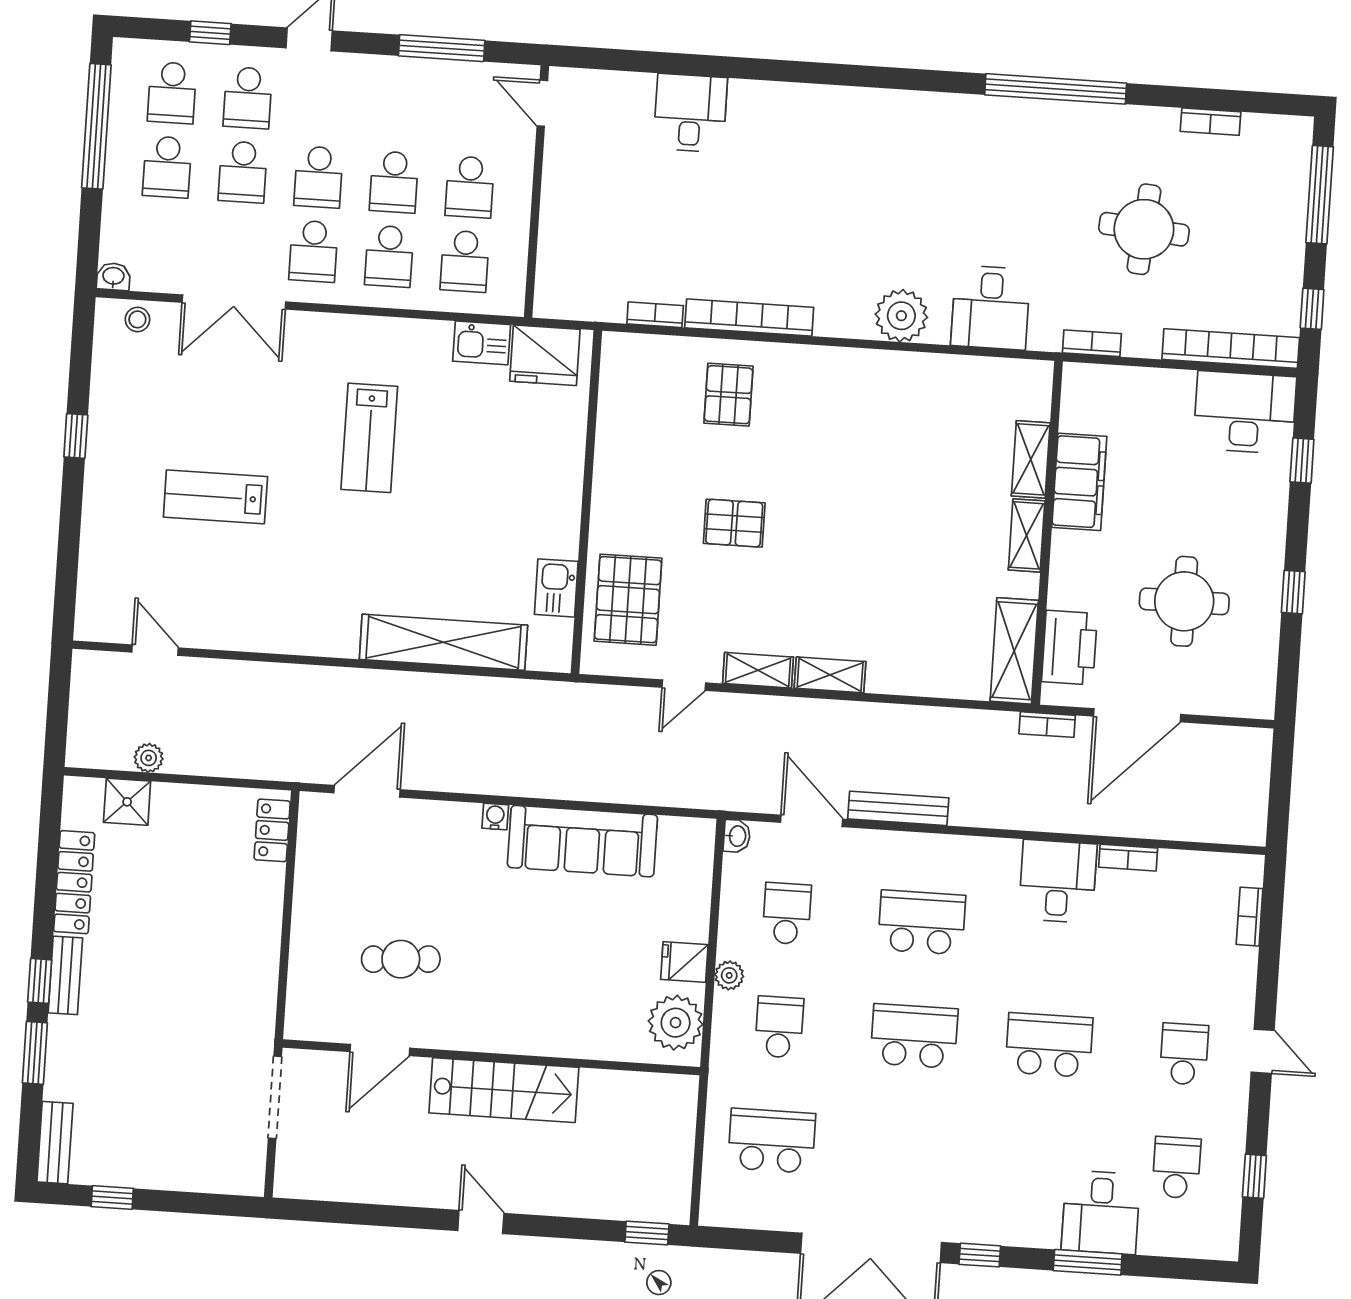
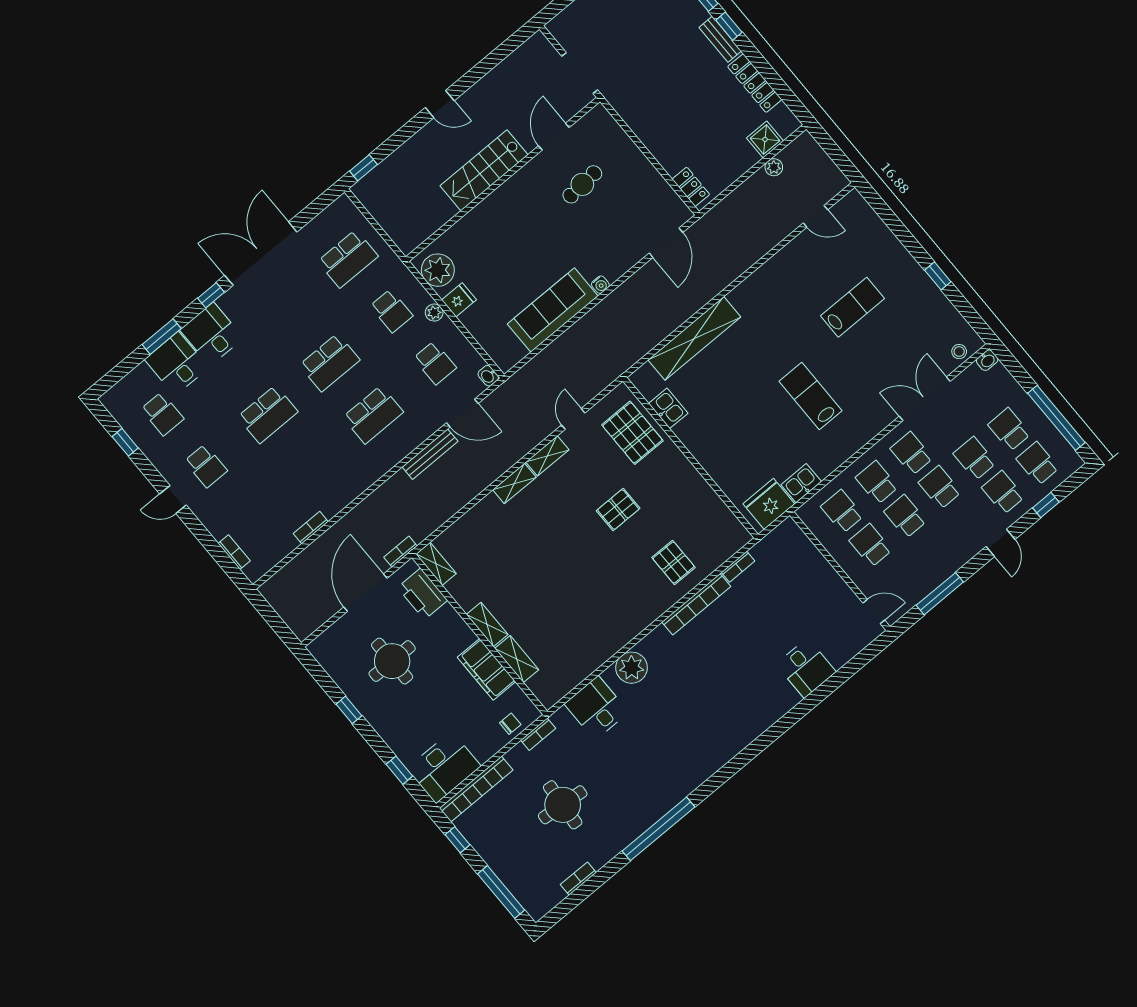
chair: (1114, 388) -> (510, 724), added
shelving: (1014, 651) -> (436, 564), width x0.67, depth x0.75
desk: (1058, 881) -> (212, 334), moved, turned 180

